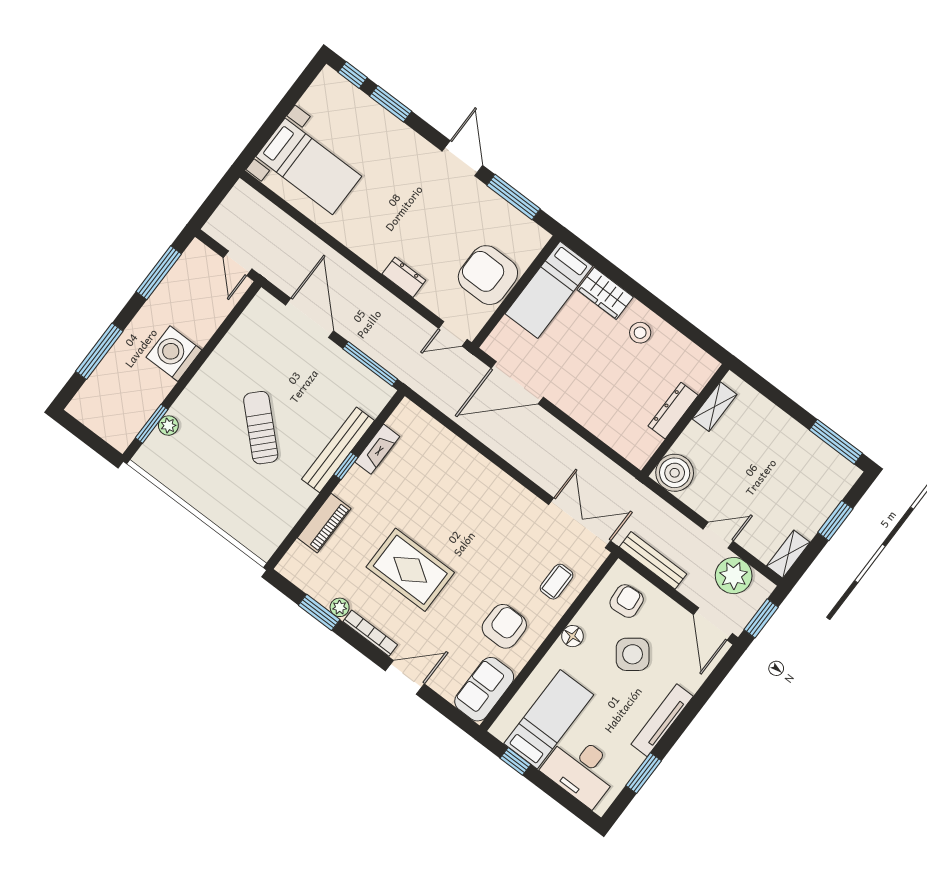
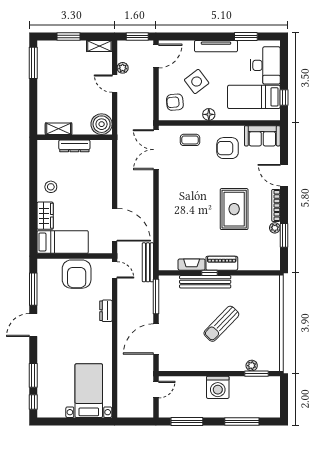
piano: (324, 523) -> (222, 263), moved
bench: (653, 560) -> (148, 262), moved
plant: (734, 576) -> (123, 68), width x0.53, depth x0.53

